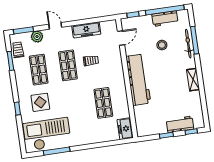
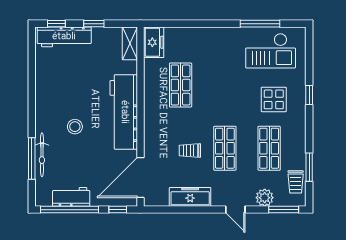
door: (121, 38) -> (141, 177), width x1.88
stool: (162, 45) -> (75, 127), moved
shelving: (193, 80) -> (130, 43), moved
workbench: (180, 124) -> (64, 37), width x1.37
checkout: (47, 134) -> (271, 51), width x0.73, depth x0.83

